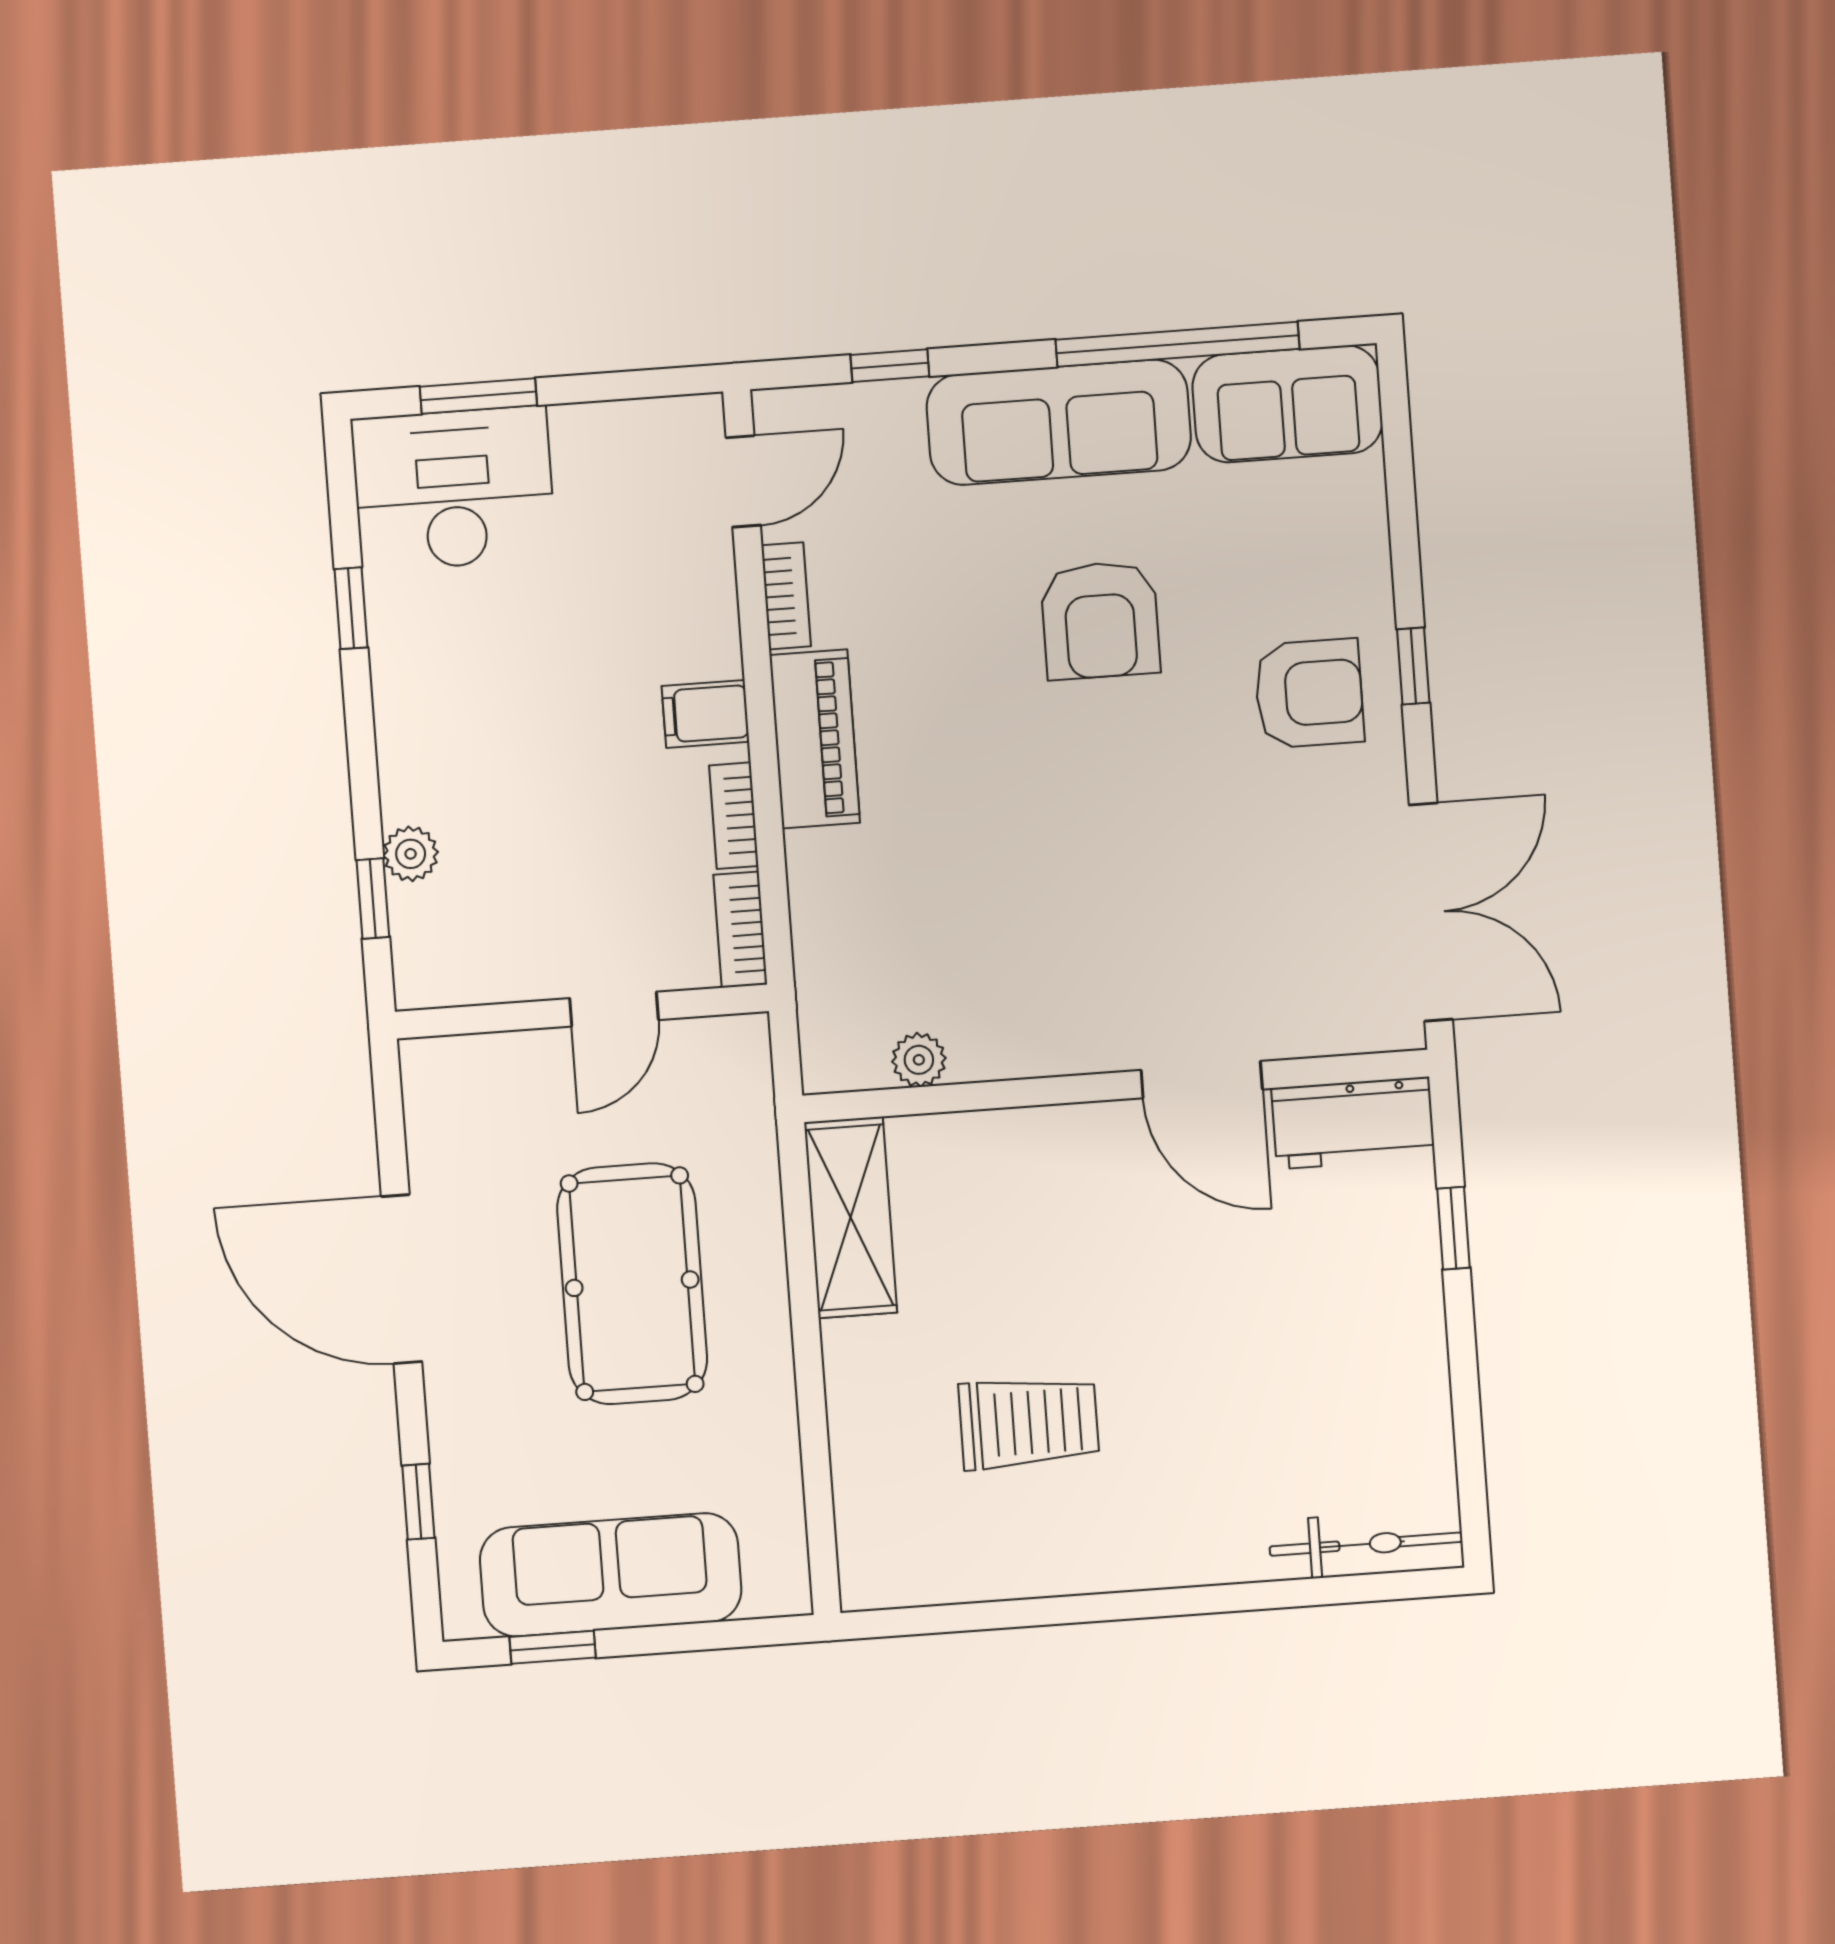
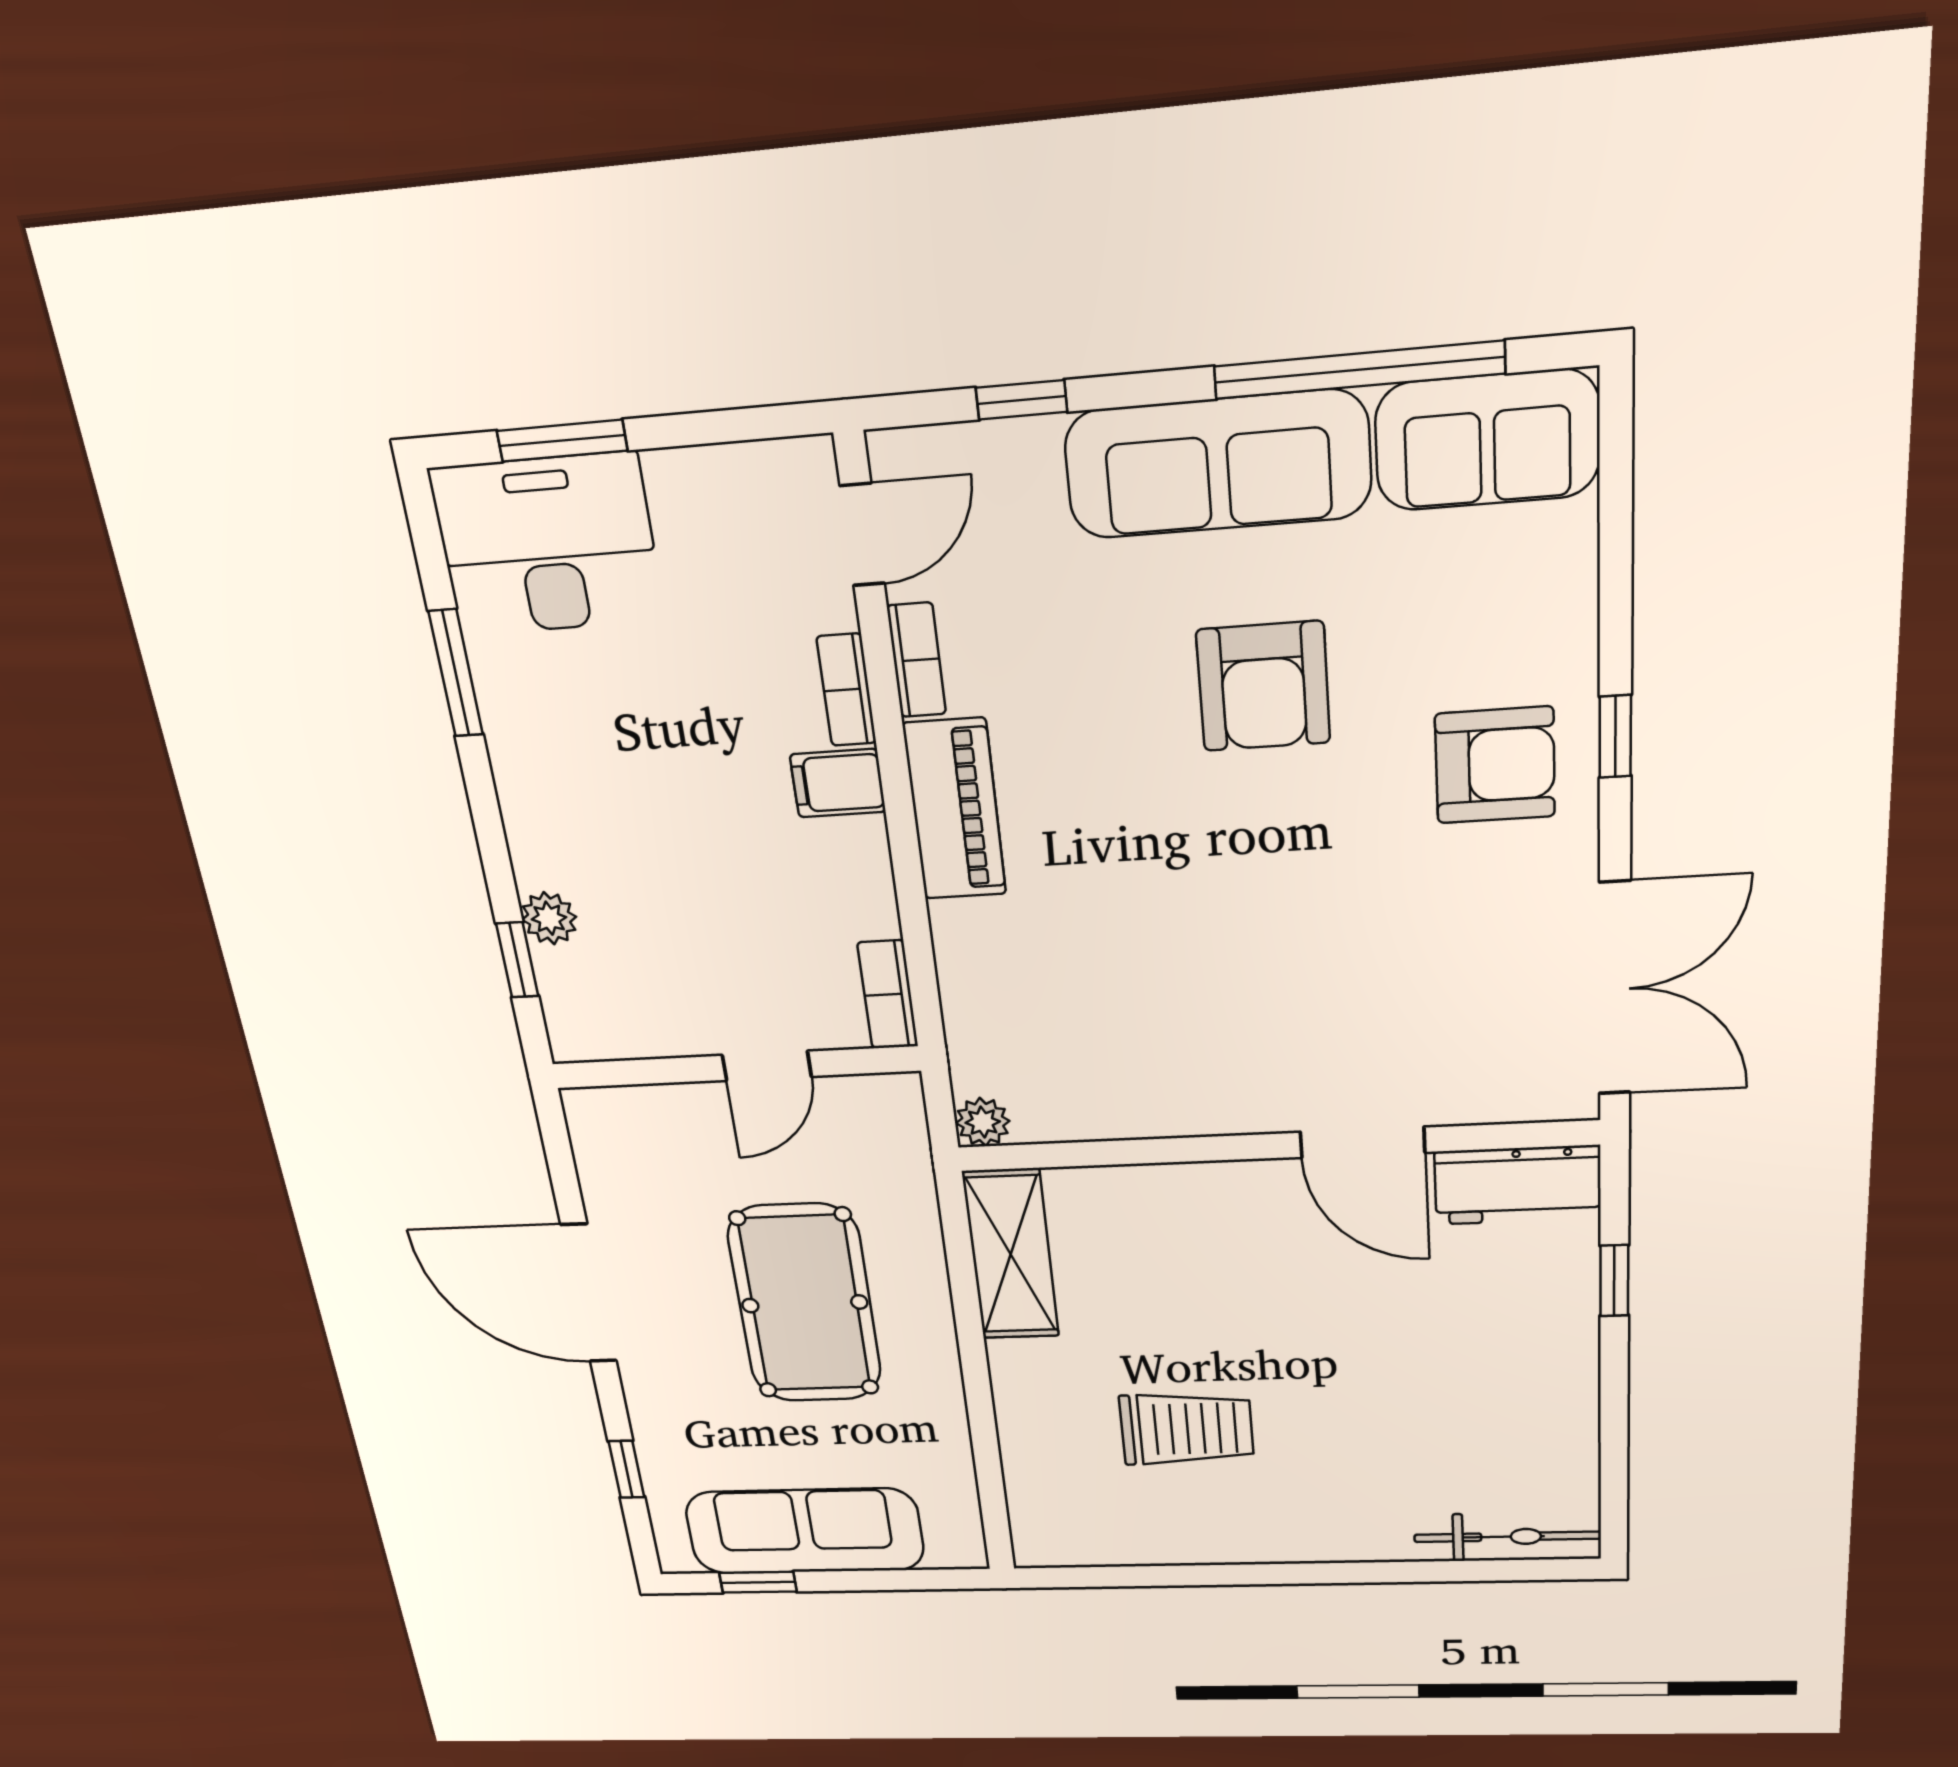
window: (351, 608) -> (456, 673), width x1.50
bookcase: (734, 816) -> (846, 690), moved
plant: (919, 1060) -> (983, 1122), moved

